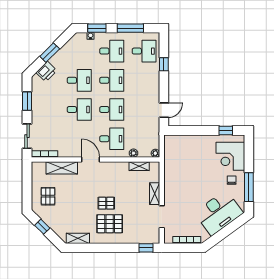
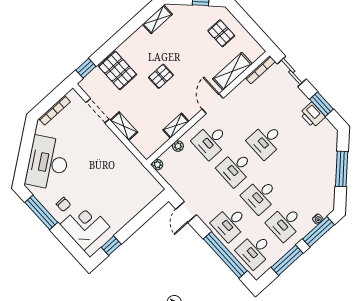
window: (97, 28) -> (318, 232), width x1.44
window: (50, 53) -> (342, 169), width x1.44
window: (164, 64) -> (225, 255), width x3.17
printer: (46, 72) -> (312, 115), moved, turned -45
desk: (79, 80) -> (230, 223), moved
door: (91, 160) -> (213, 104), swing flipped
shelving: (139, 166) -> (176, 126), moved
pallet: (110, 224) -> (118, 70), moved, turned 90

